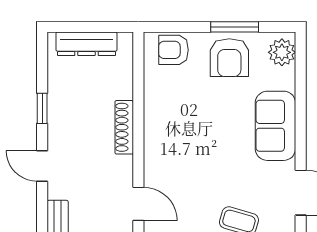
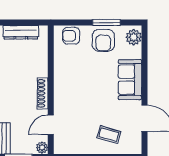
shoe rack: (124, 127) -> (43, 93), moved
door: (138, 204) -> (51, 125), swing flipped

